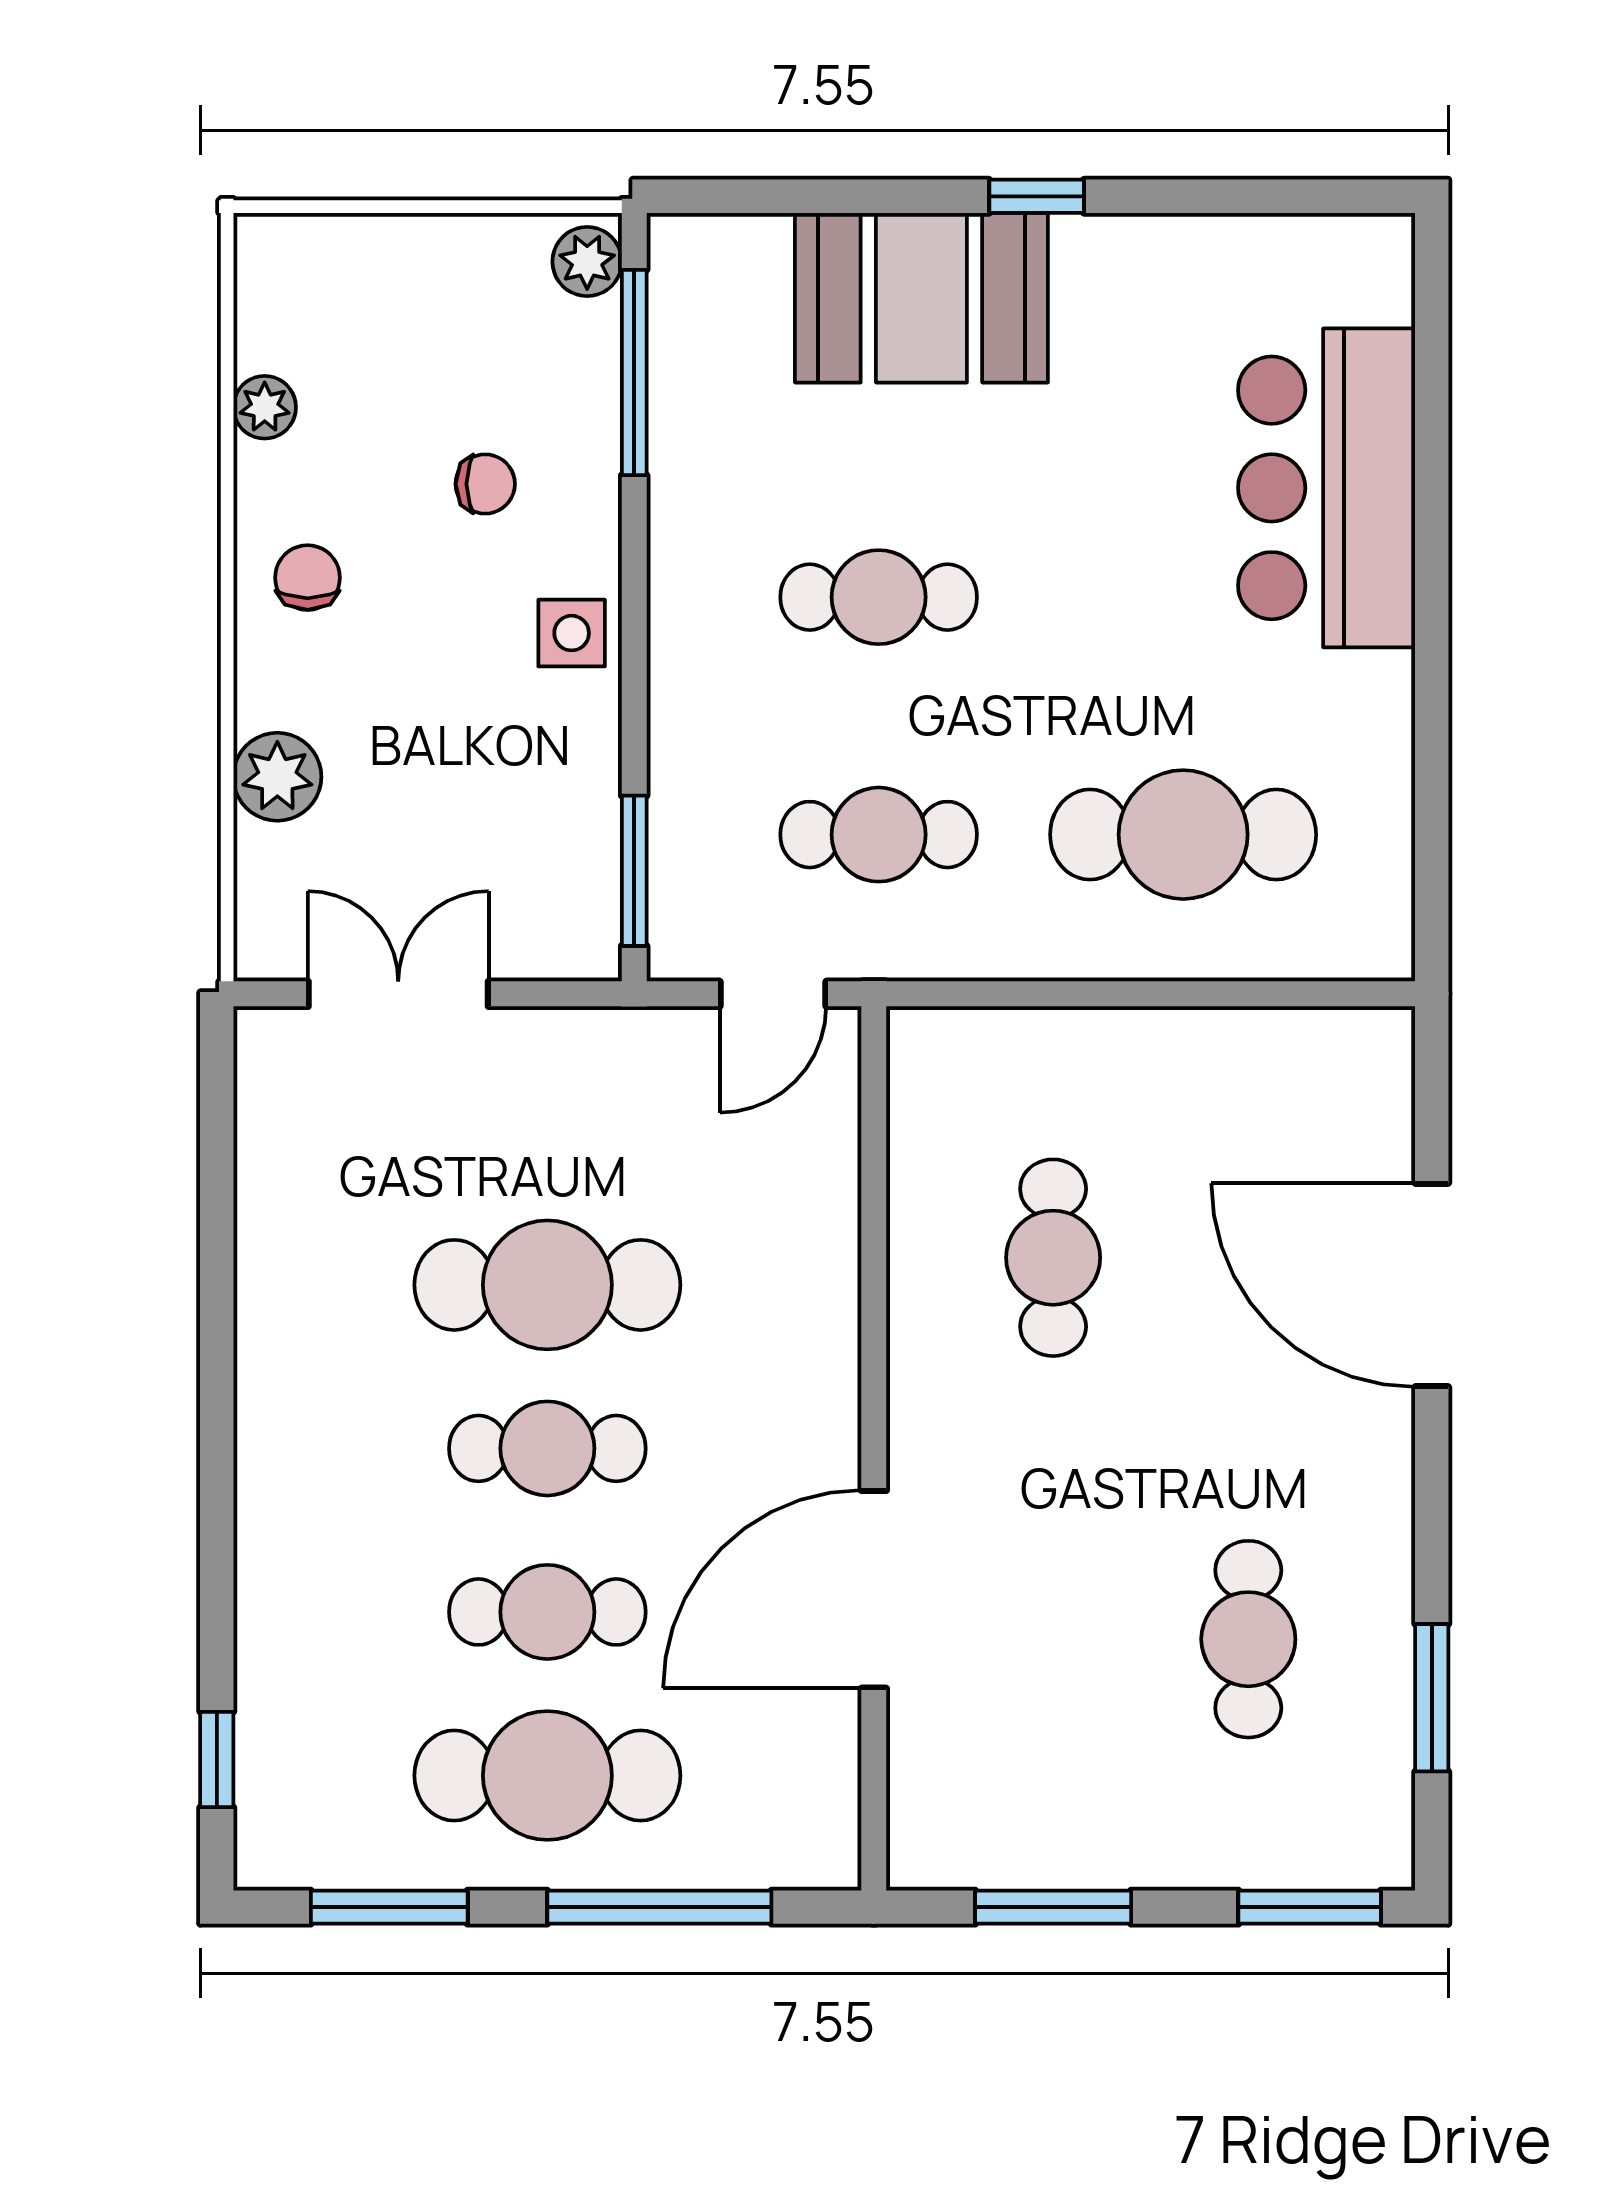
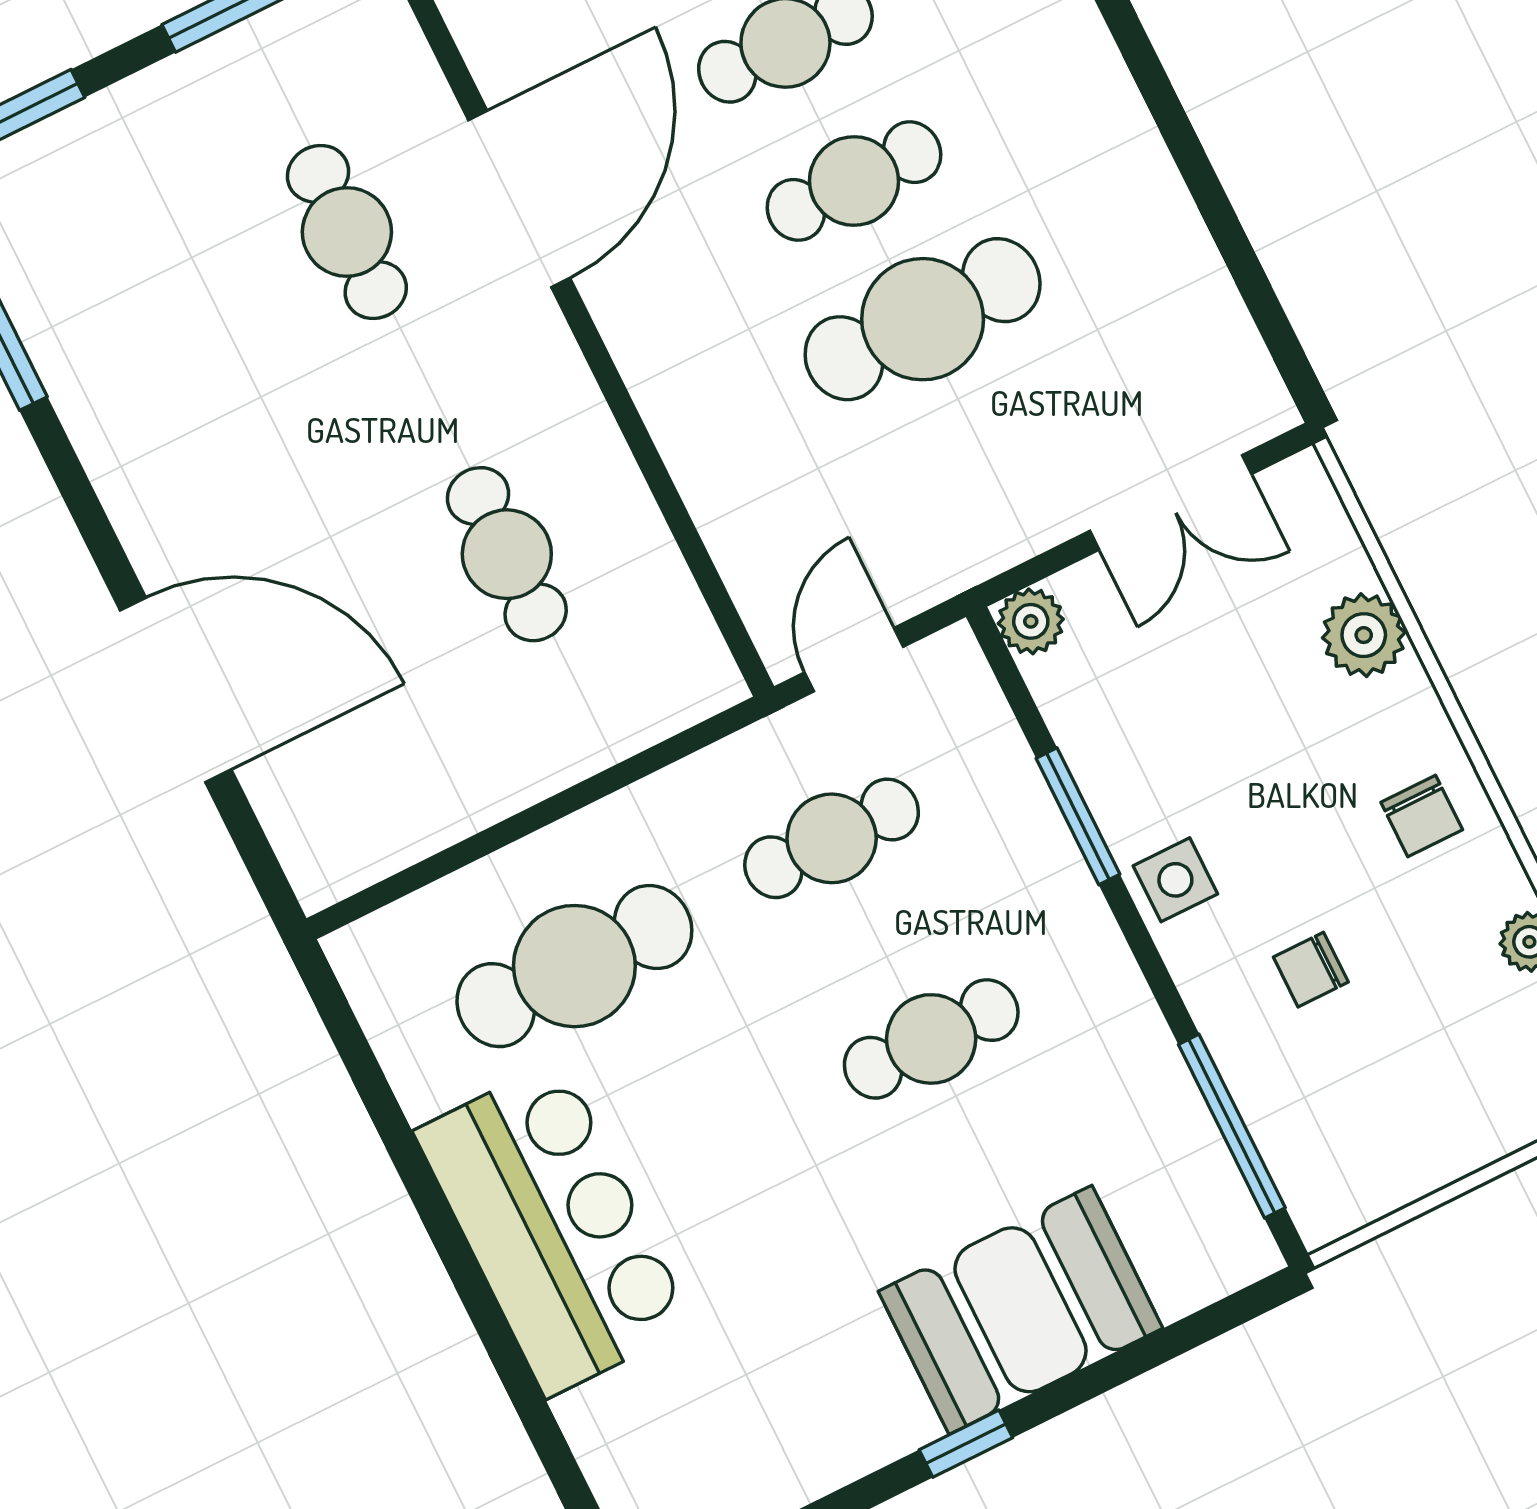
plant: (587, 262) -> (1031, 621), moved
bar counter: (1327, 488) -> (554, 1228), moved
window: (634, 871) -> (1078, 816), moved
cafe table: (1248, 1639) -> (347, 232), moved

